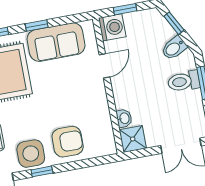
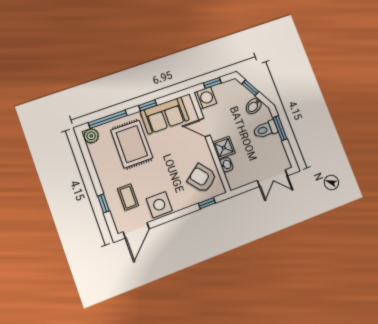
door: (104, 66) -> (205, 128), swing flipped
shower: (133, 139) -> (224, 148), moved
armchair: (68, 142) -> (202, 178), moved, turned -128
window: (42, 171) -> (207, 203), moved

